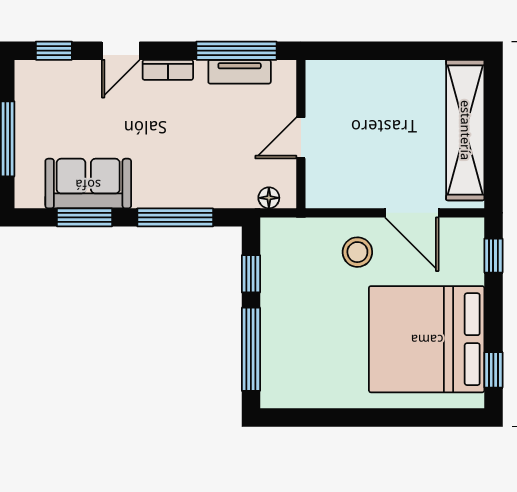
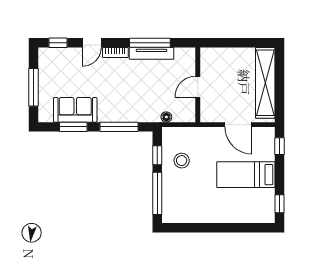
tv unit: (240, 72) -> (152, 53), width x1.41
wall: (301, 134) -> (198, 85), moved
door: (301, 138) -> (198, 87), moved
stool: (357, 252) -> (182, 161), moved
bed: (427, 339) -> (246, 175), width x0.49

